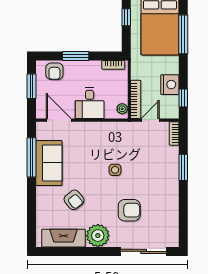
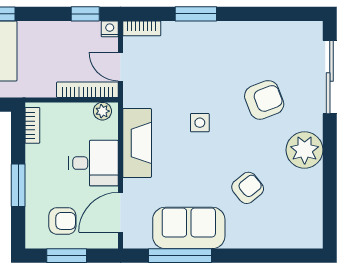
armchair: (54, 71) -> (62, 221), moved
nightstand: (170, 85) -> (110, 29), moved, width x0.53, depth x0.56
armchair: (129, 210) -> (264, 100), turned 69
fireplace: (63, 238) -> (137, 143), moved, turned 180

